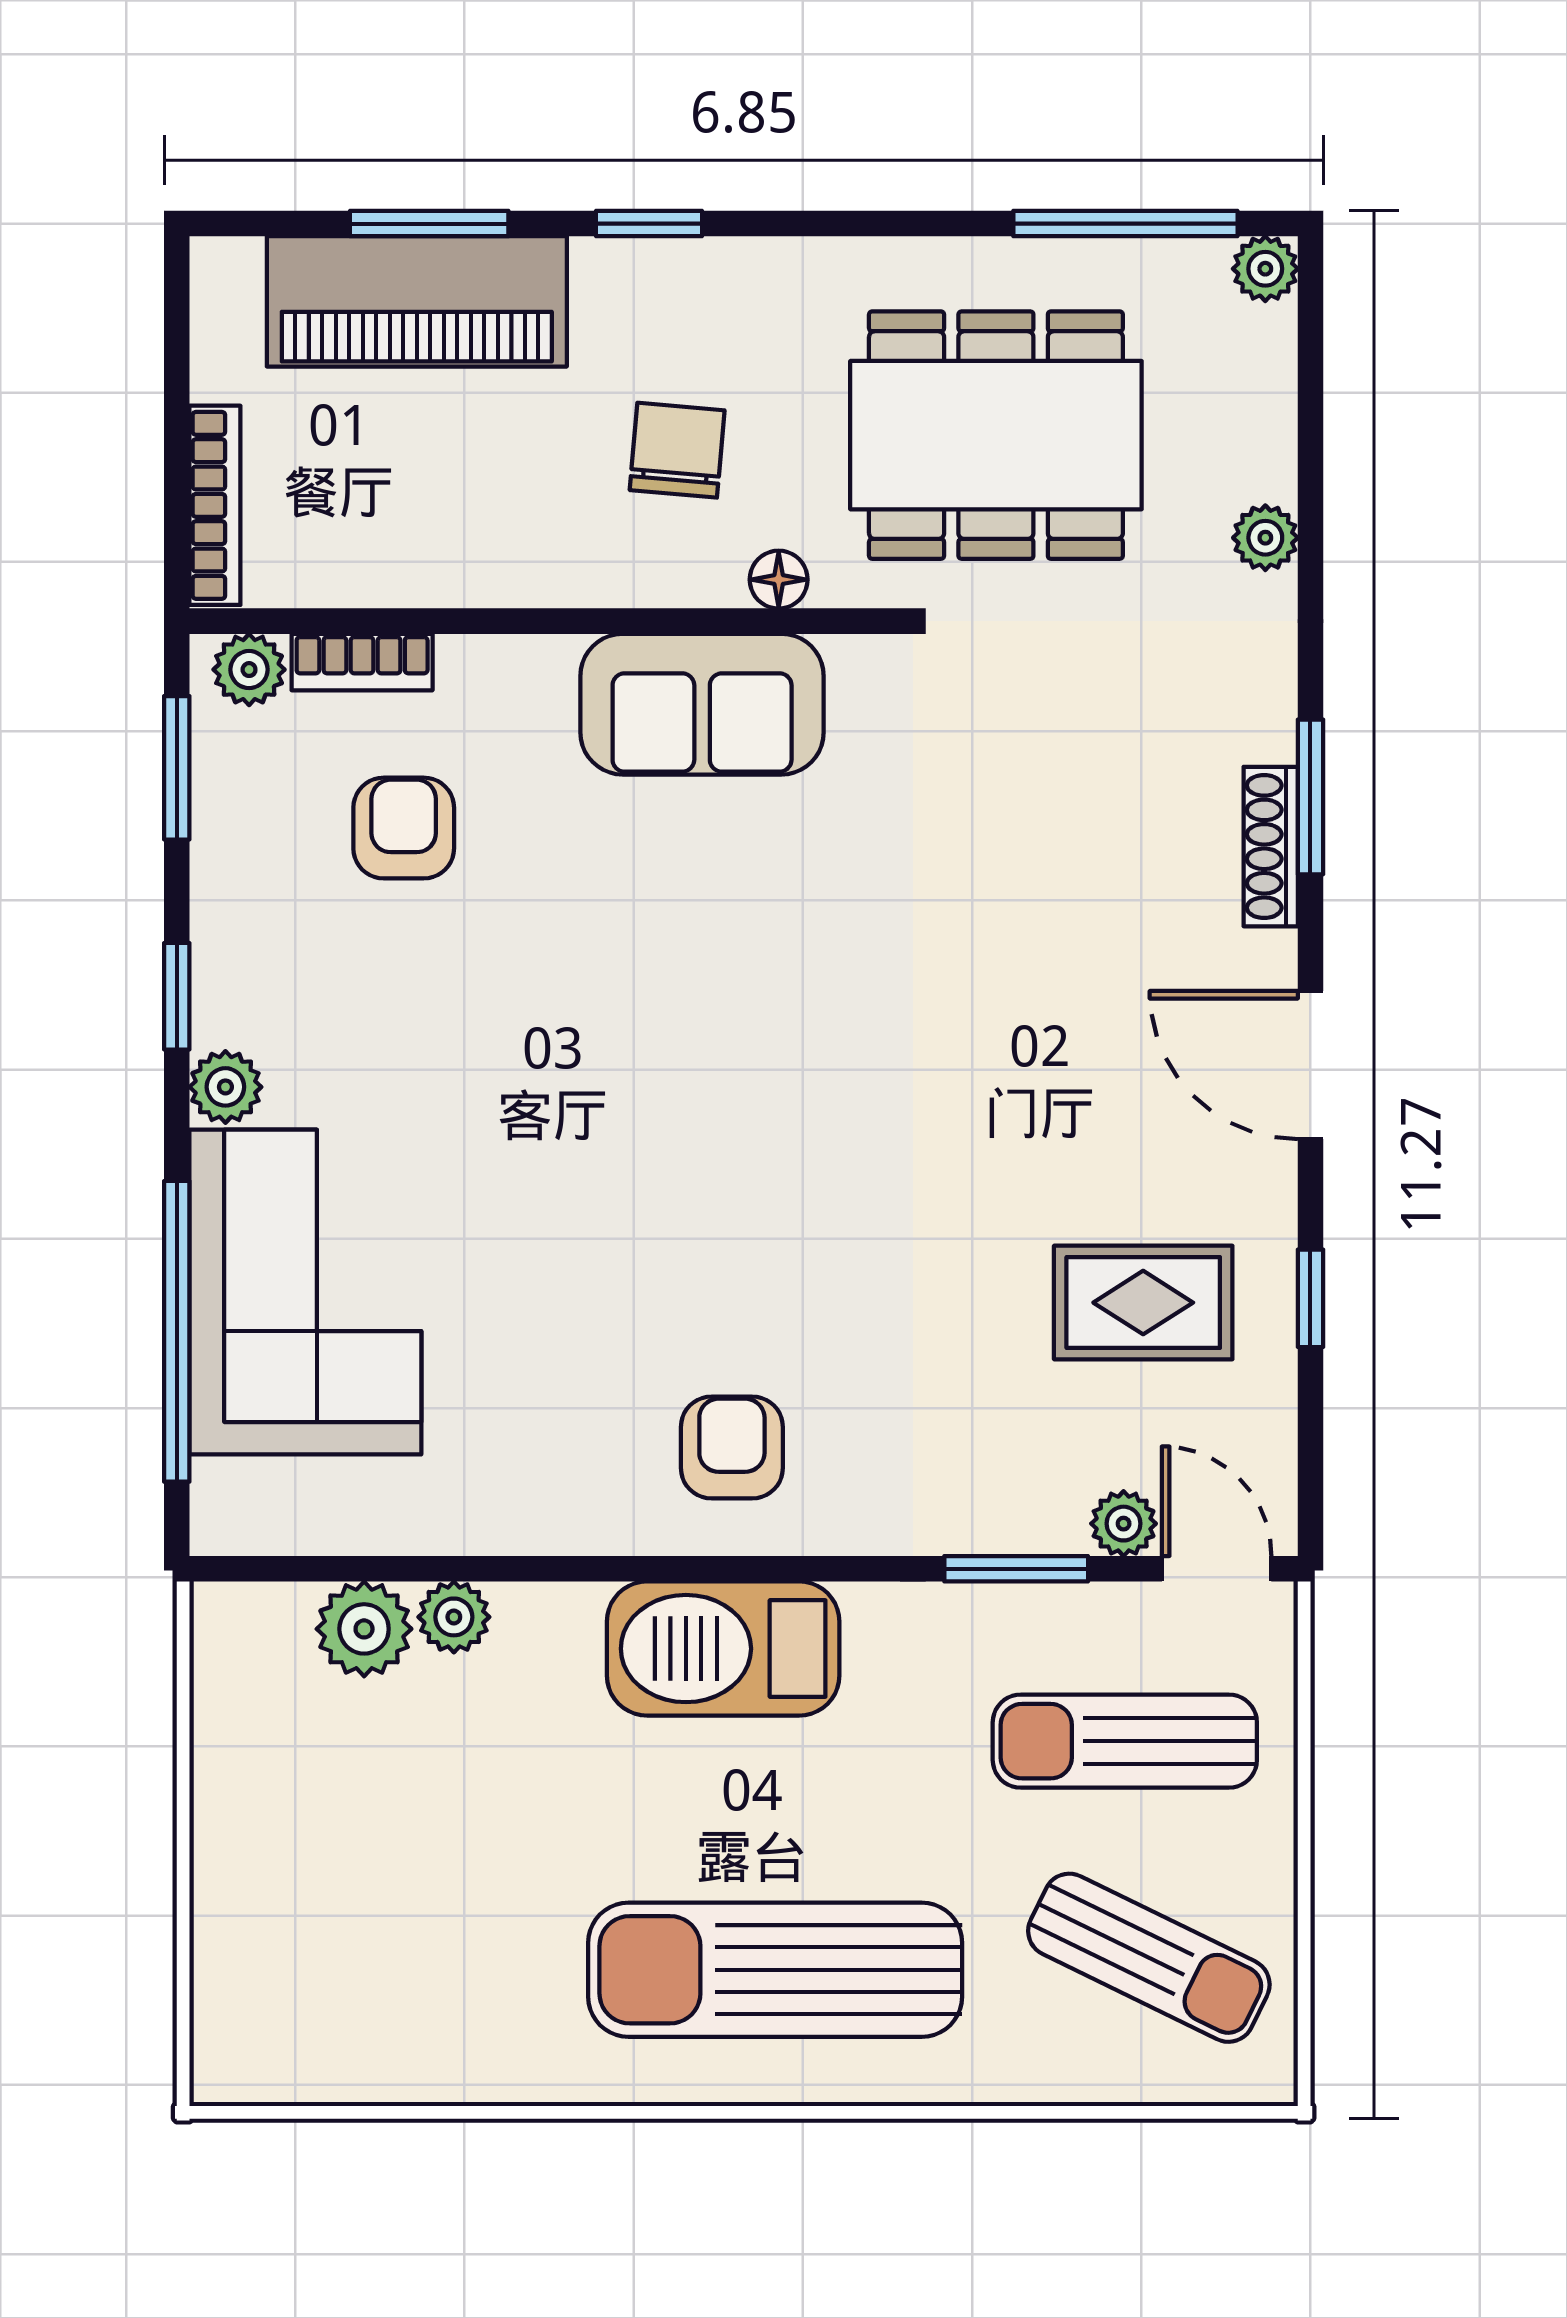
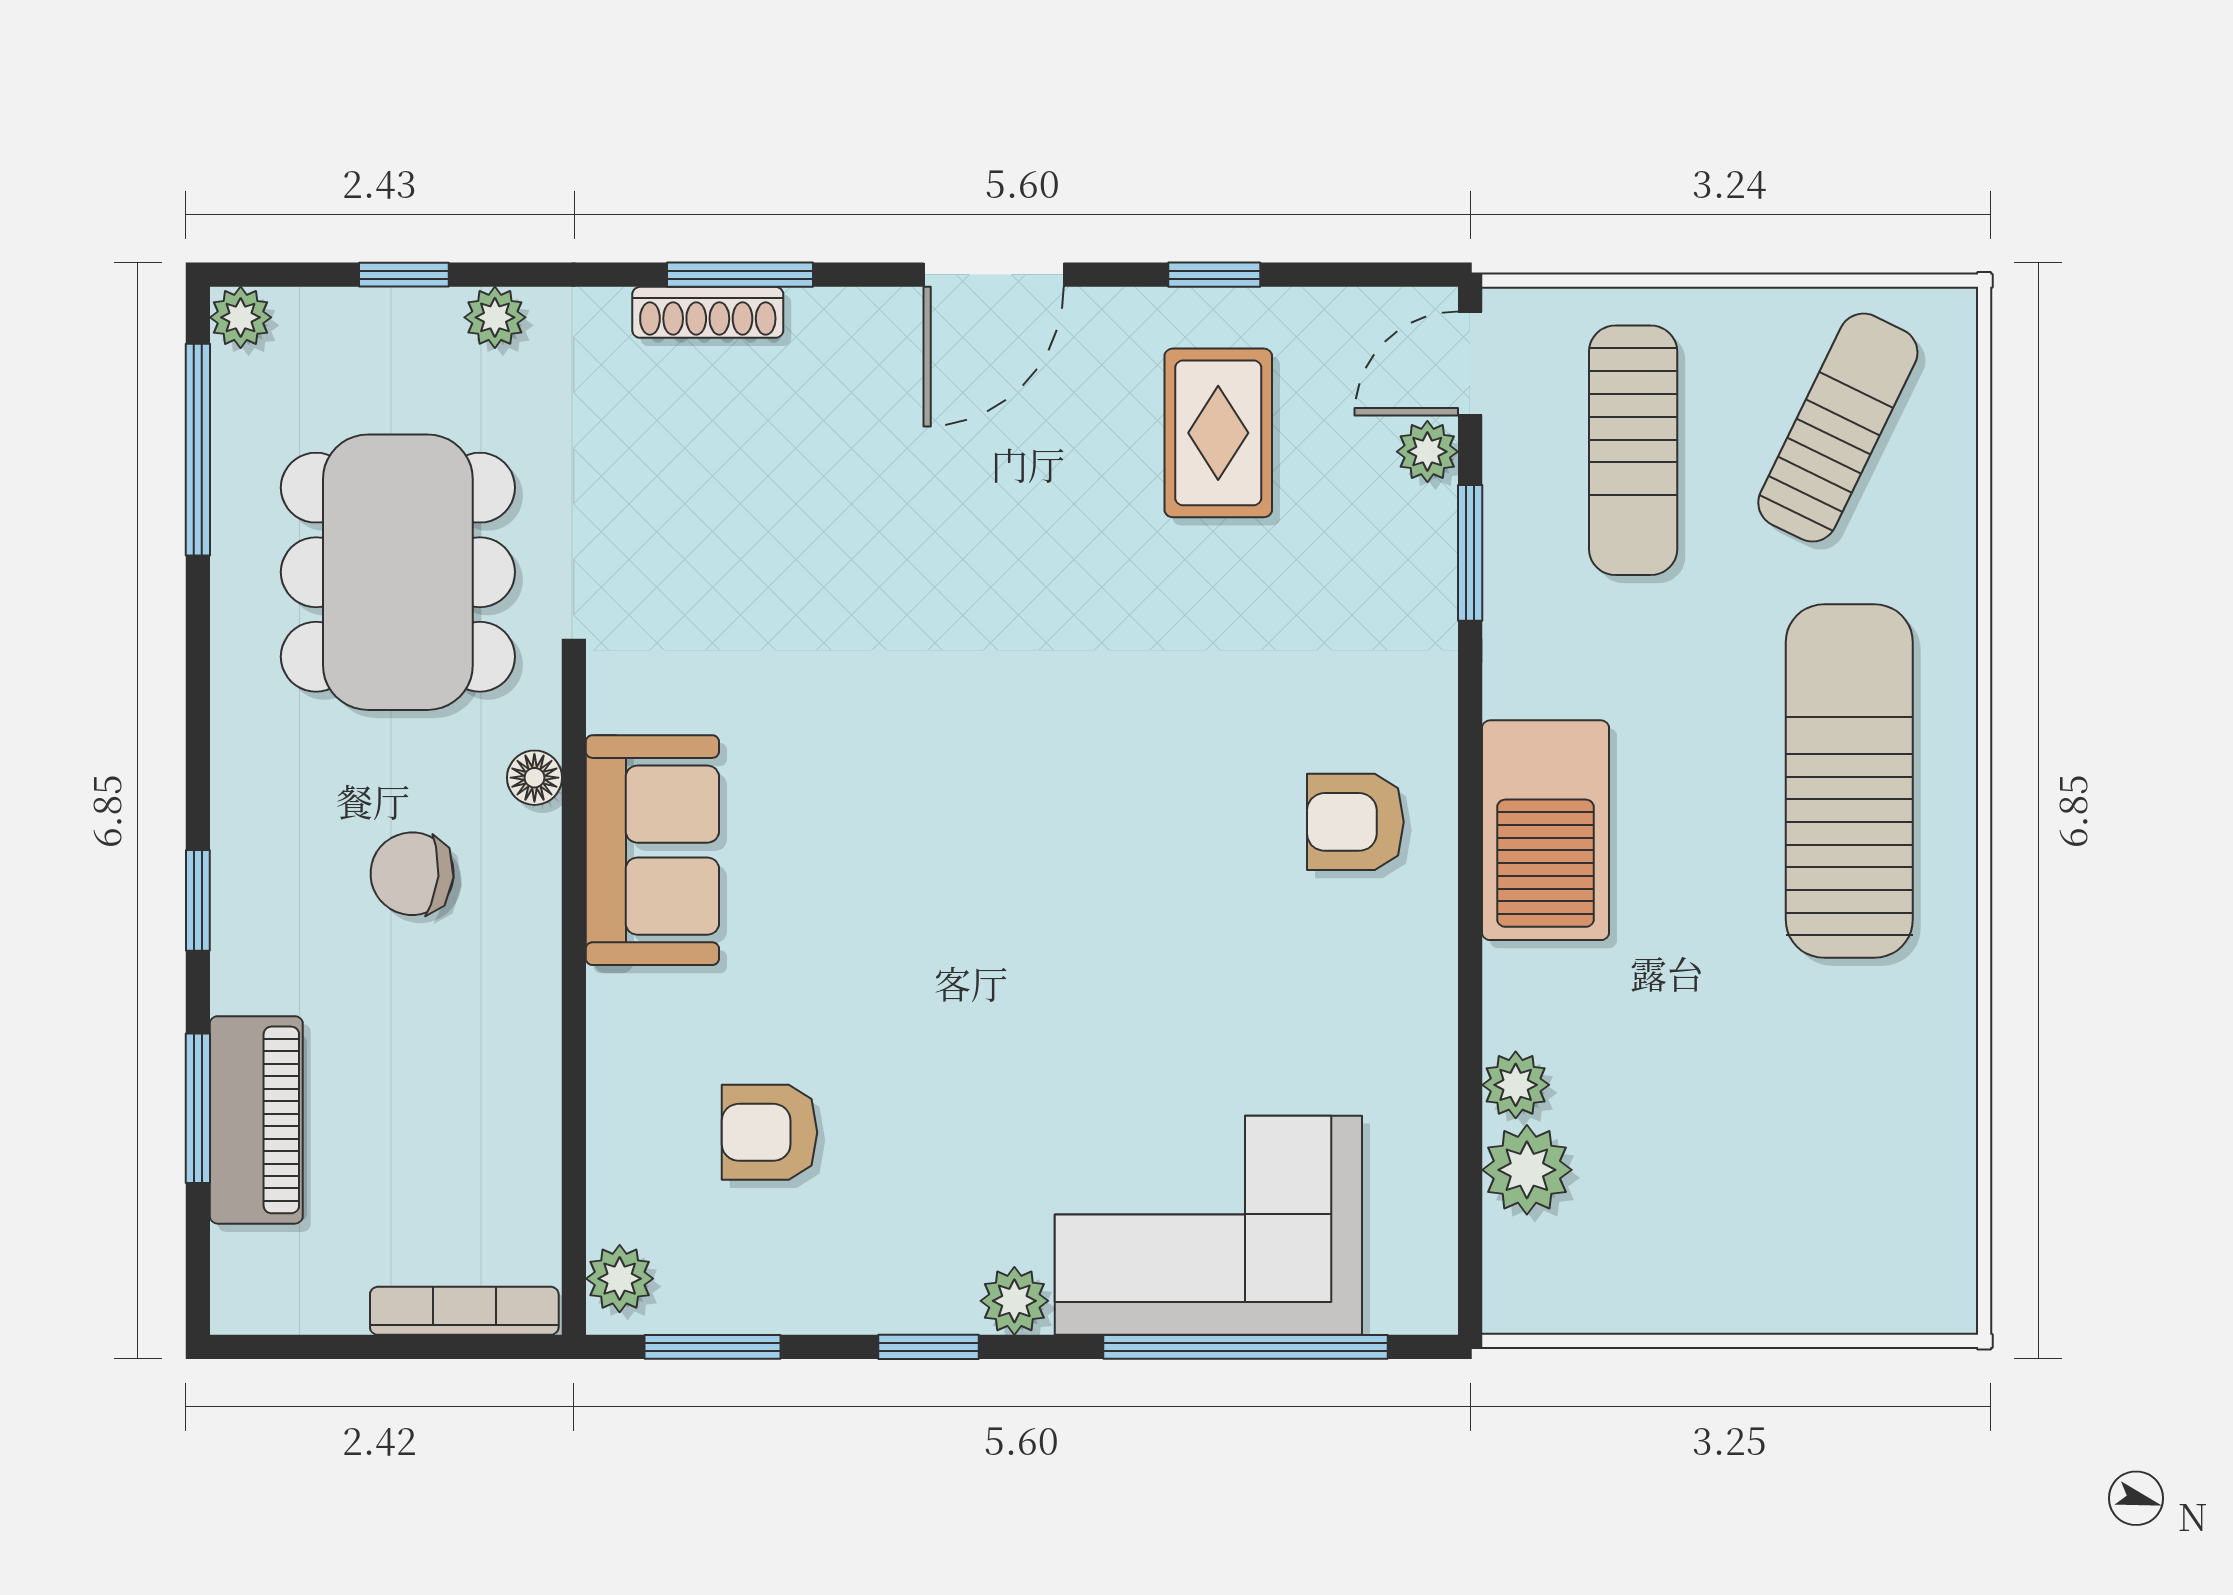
piano: (417, 301) -> (256, 1120), width x0.73, depth x0.75
window: (1310, 441) -> (404, 275), added
bookcase: (362, 662) -> (613, 1172), removed
shoe rack: (1271, 847) -> (708, 312), moved
sun lounger: (775, 1970) -> (1849, 781), turned 180

